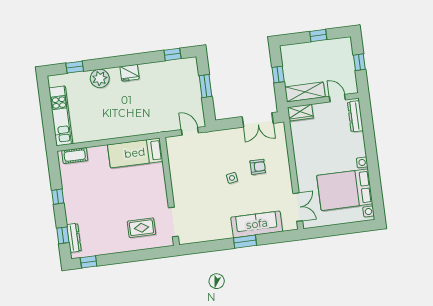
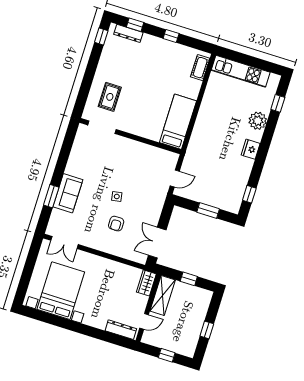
sofa: (257, 224) -> (68, 193), width x0.73
window: (245, 242) -> (51, 196), moved

